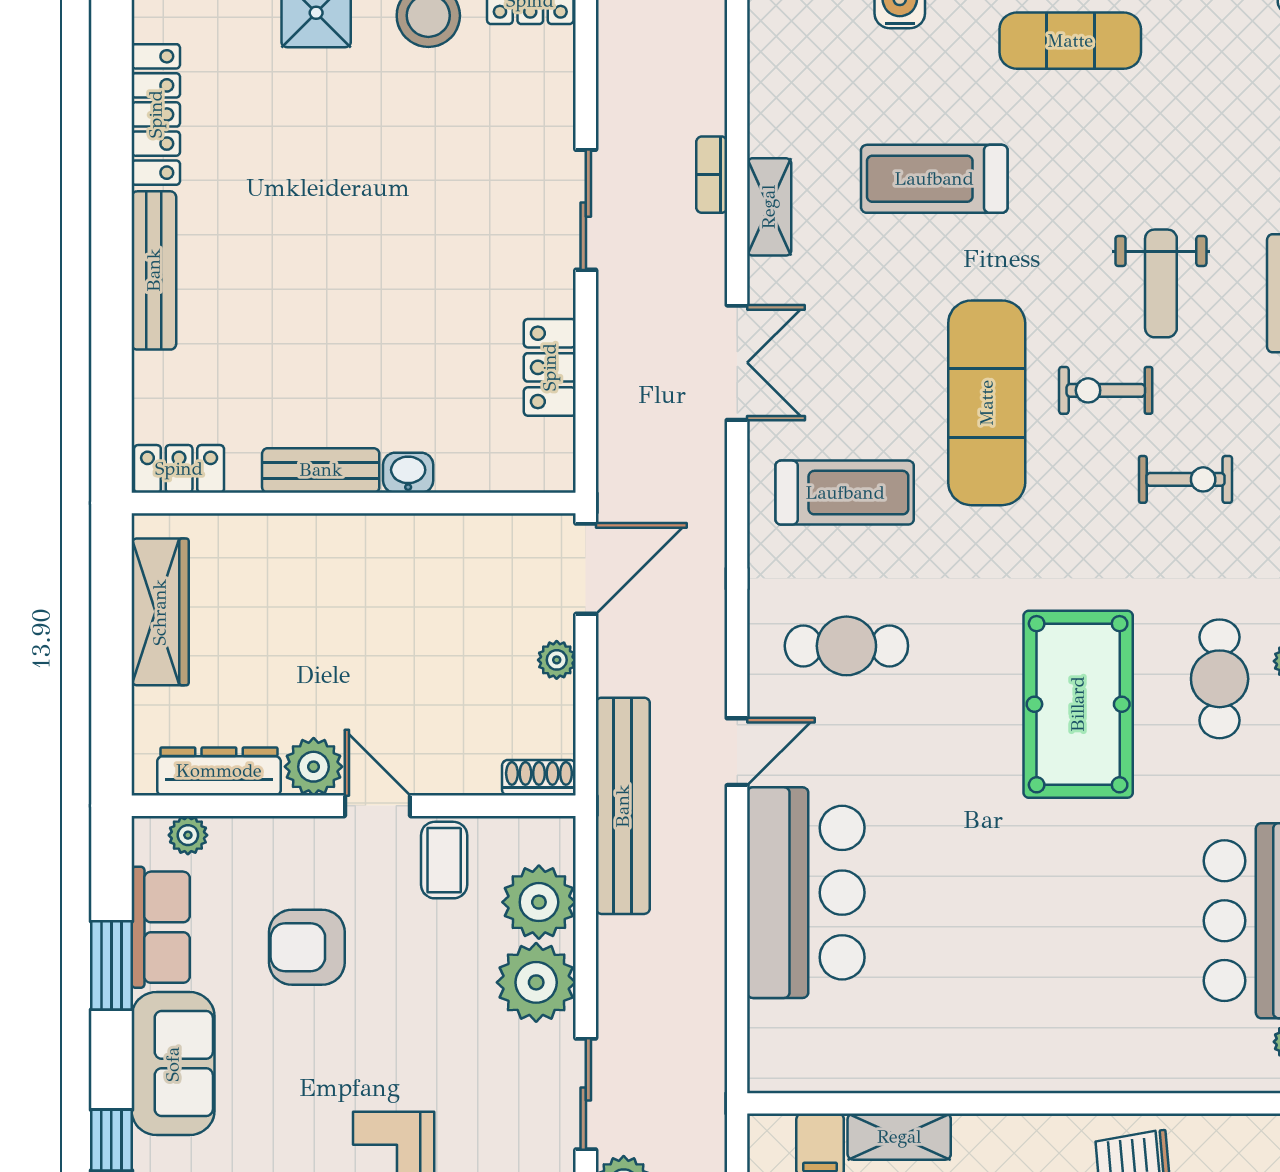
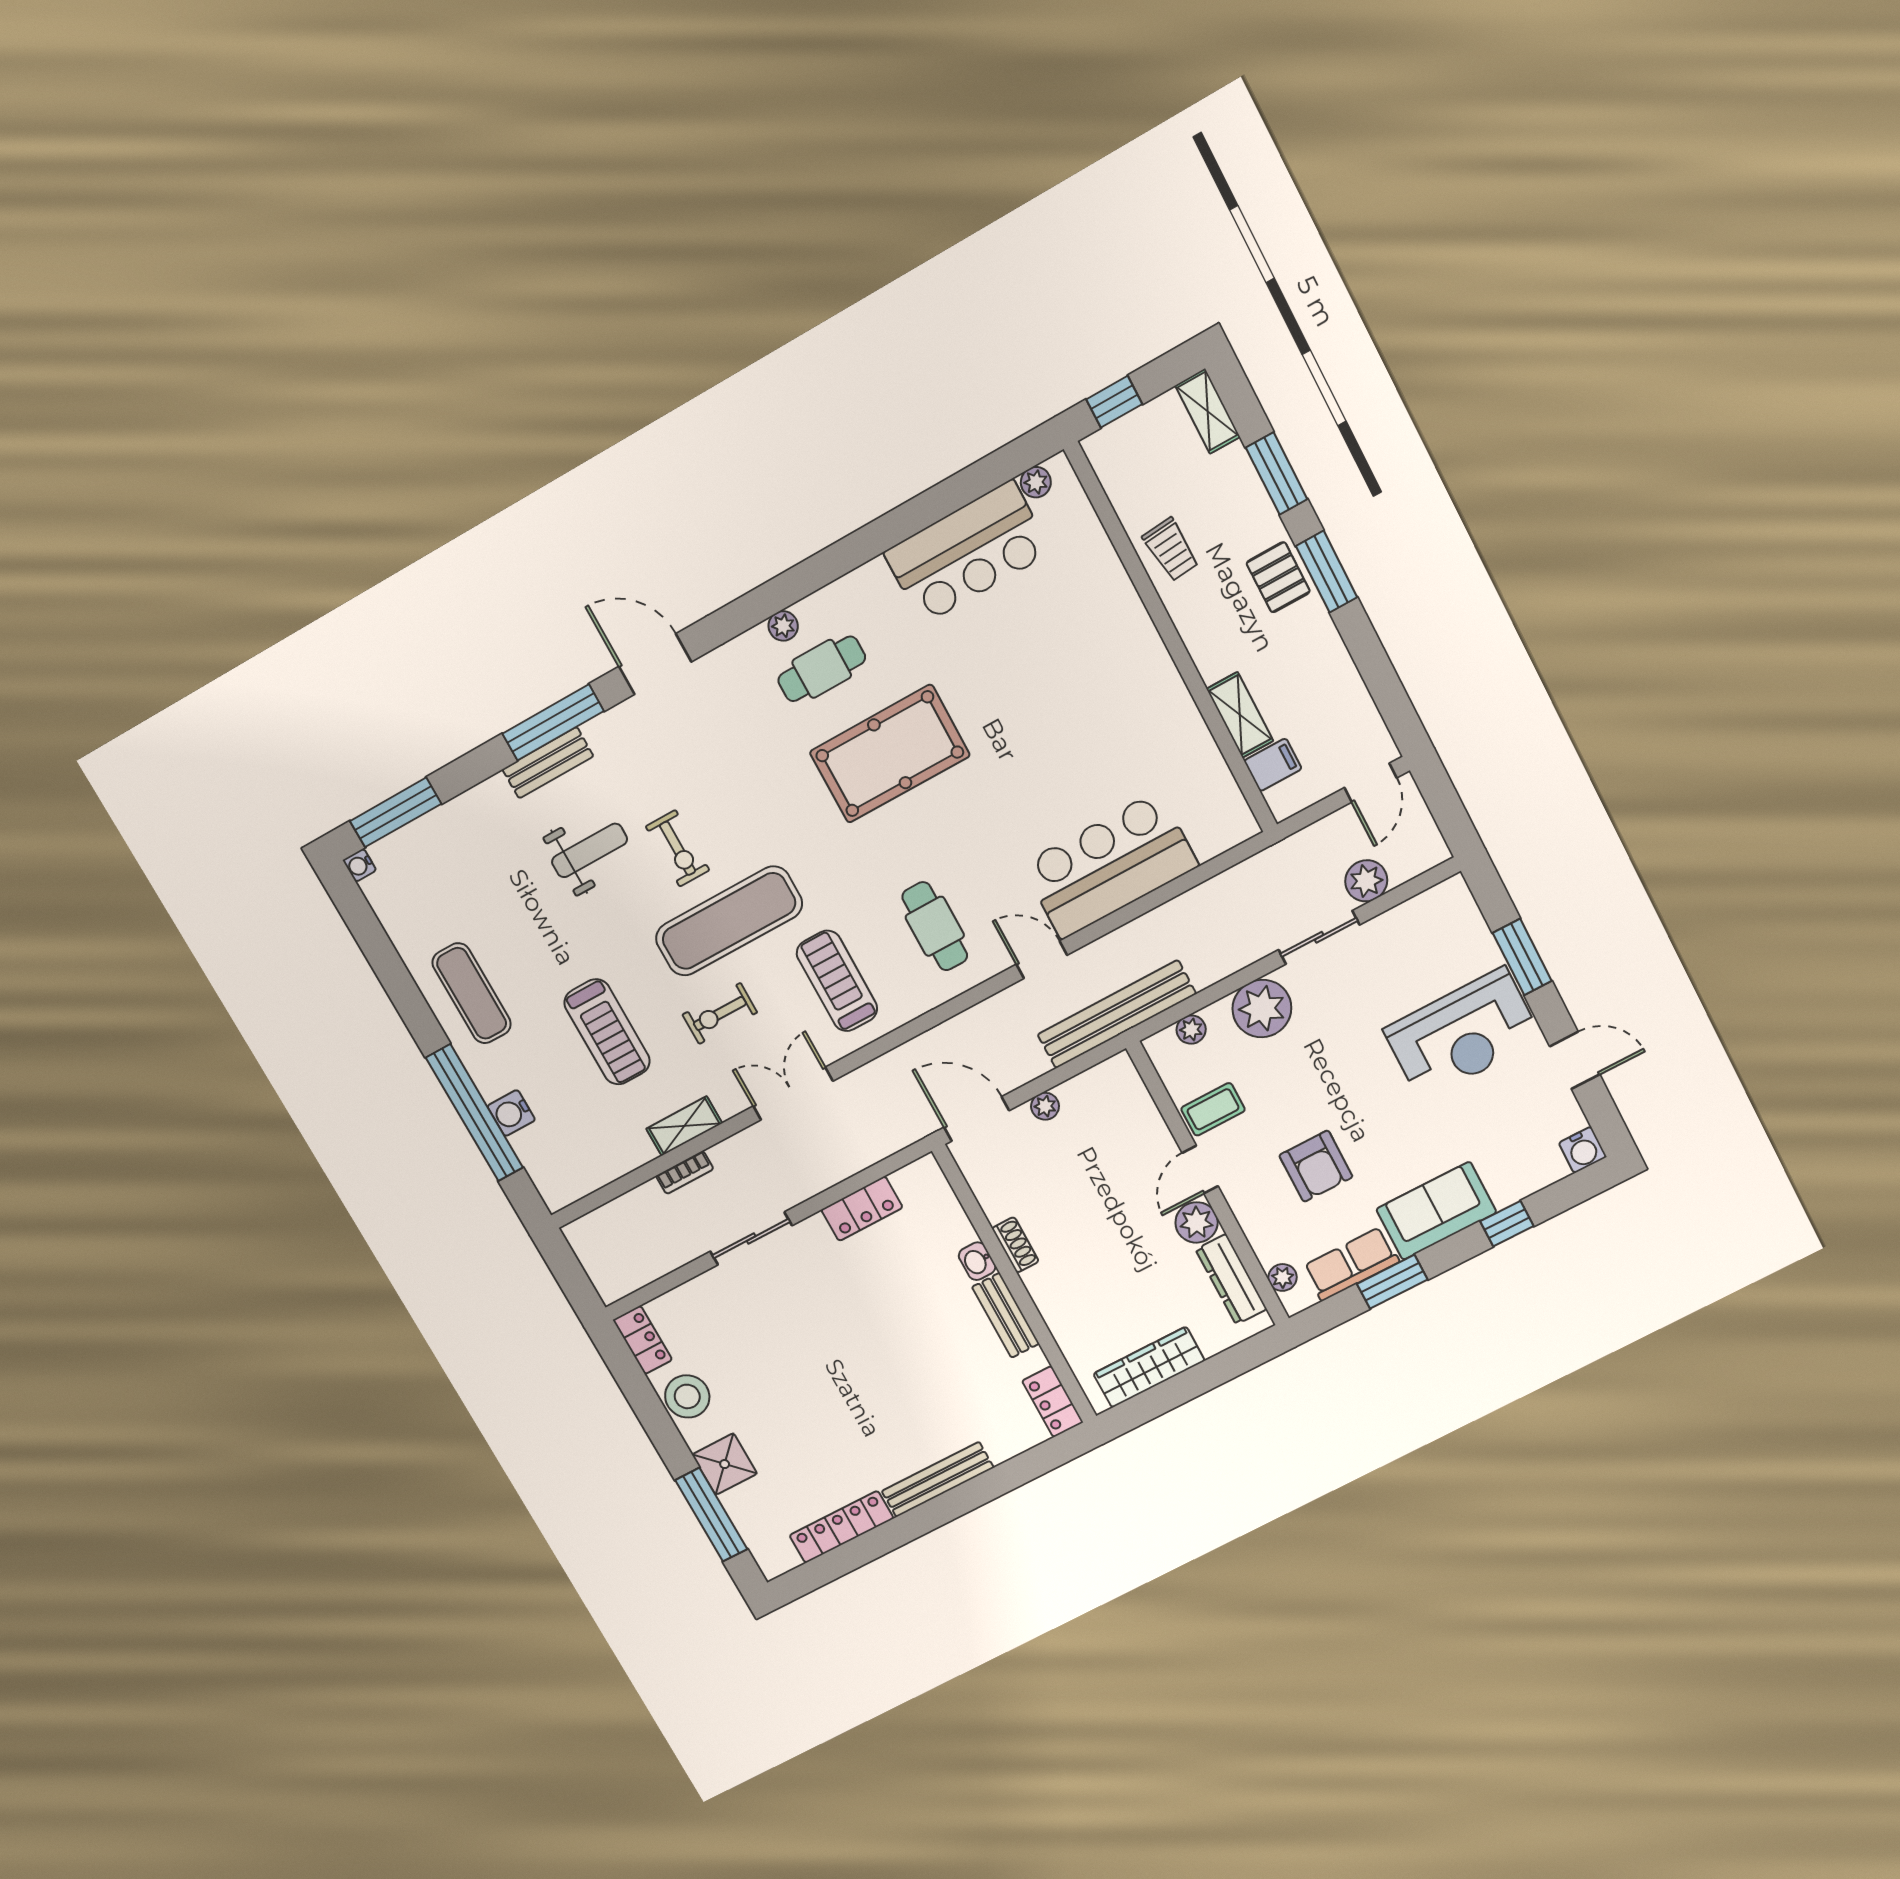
exercise bike: (1185, 479) -> (720, 1013), moved, turned -90
shoe rack: (539, 778) -> (1015, 1245), moved, turned 180
plant: (539, 902) -> (1191, 1030), width x0.53, depth x0.53

